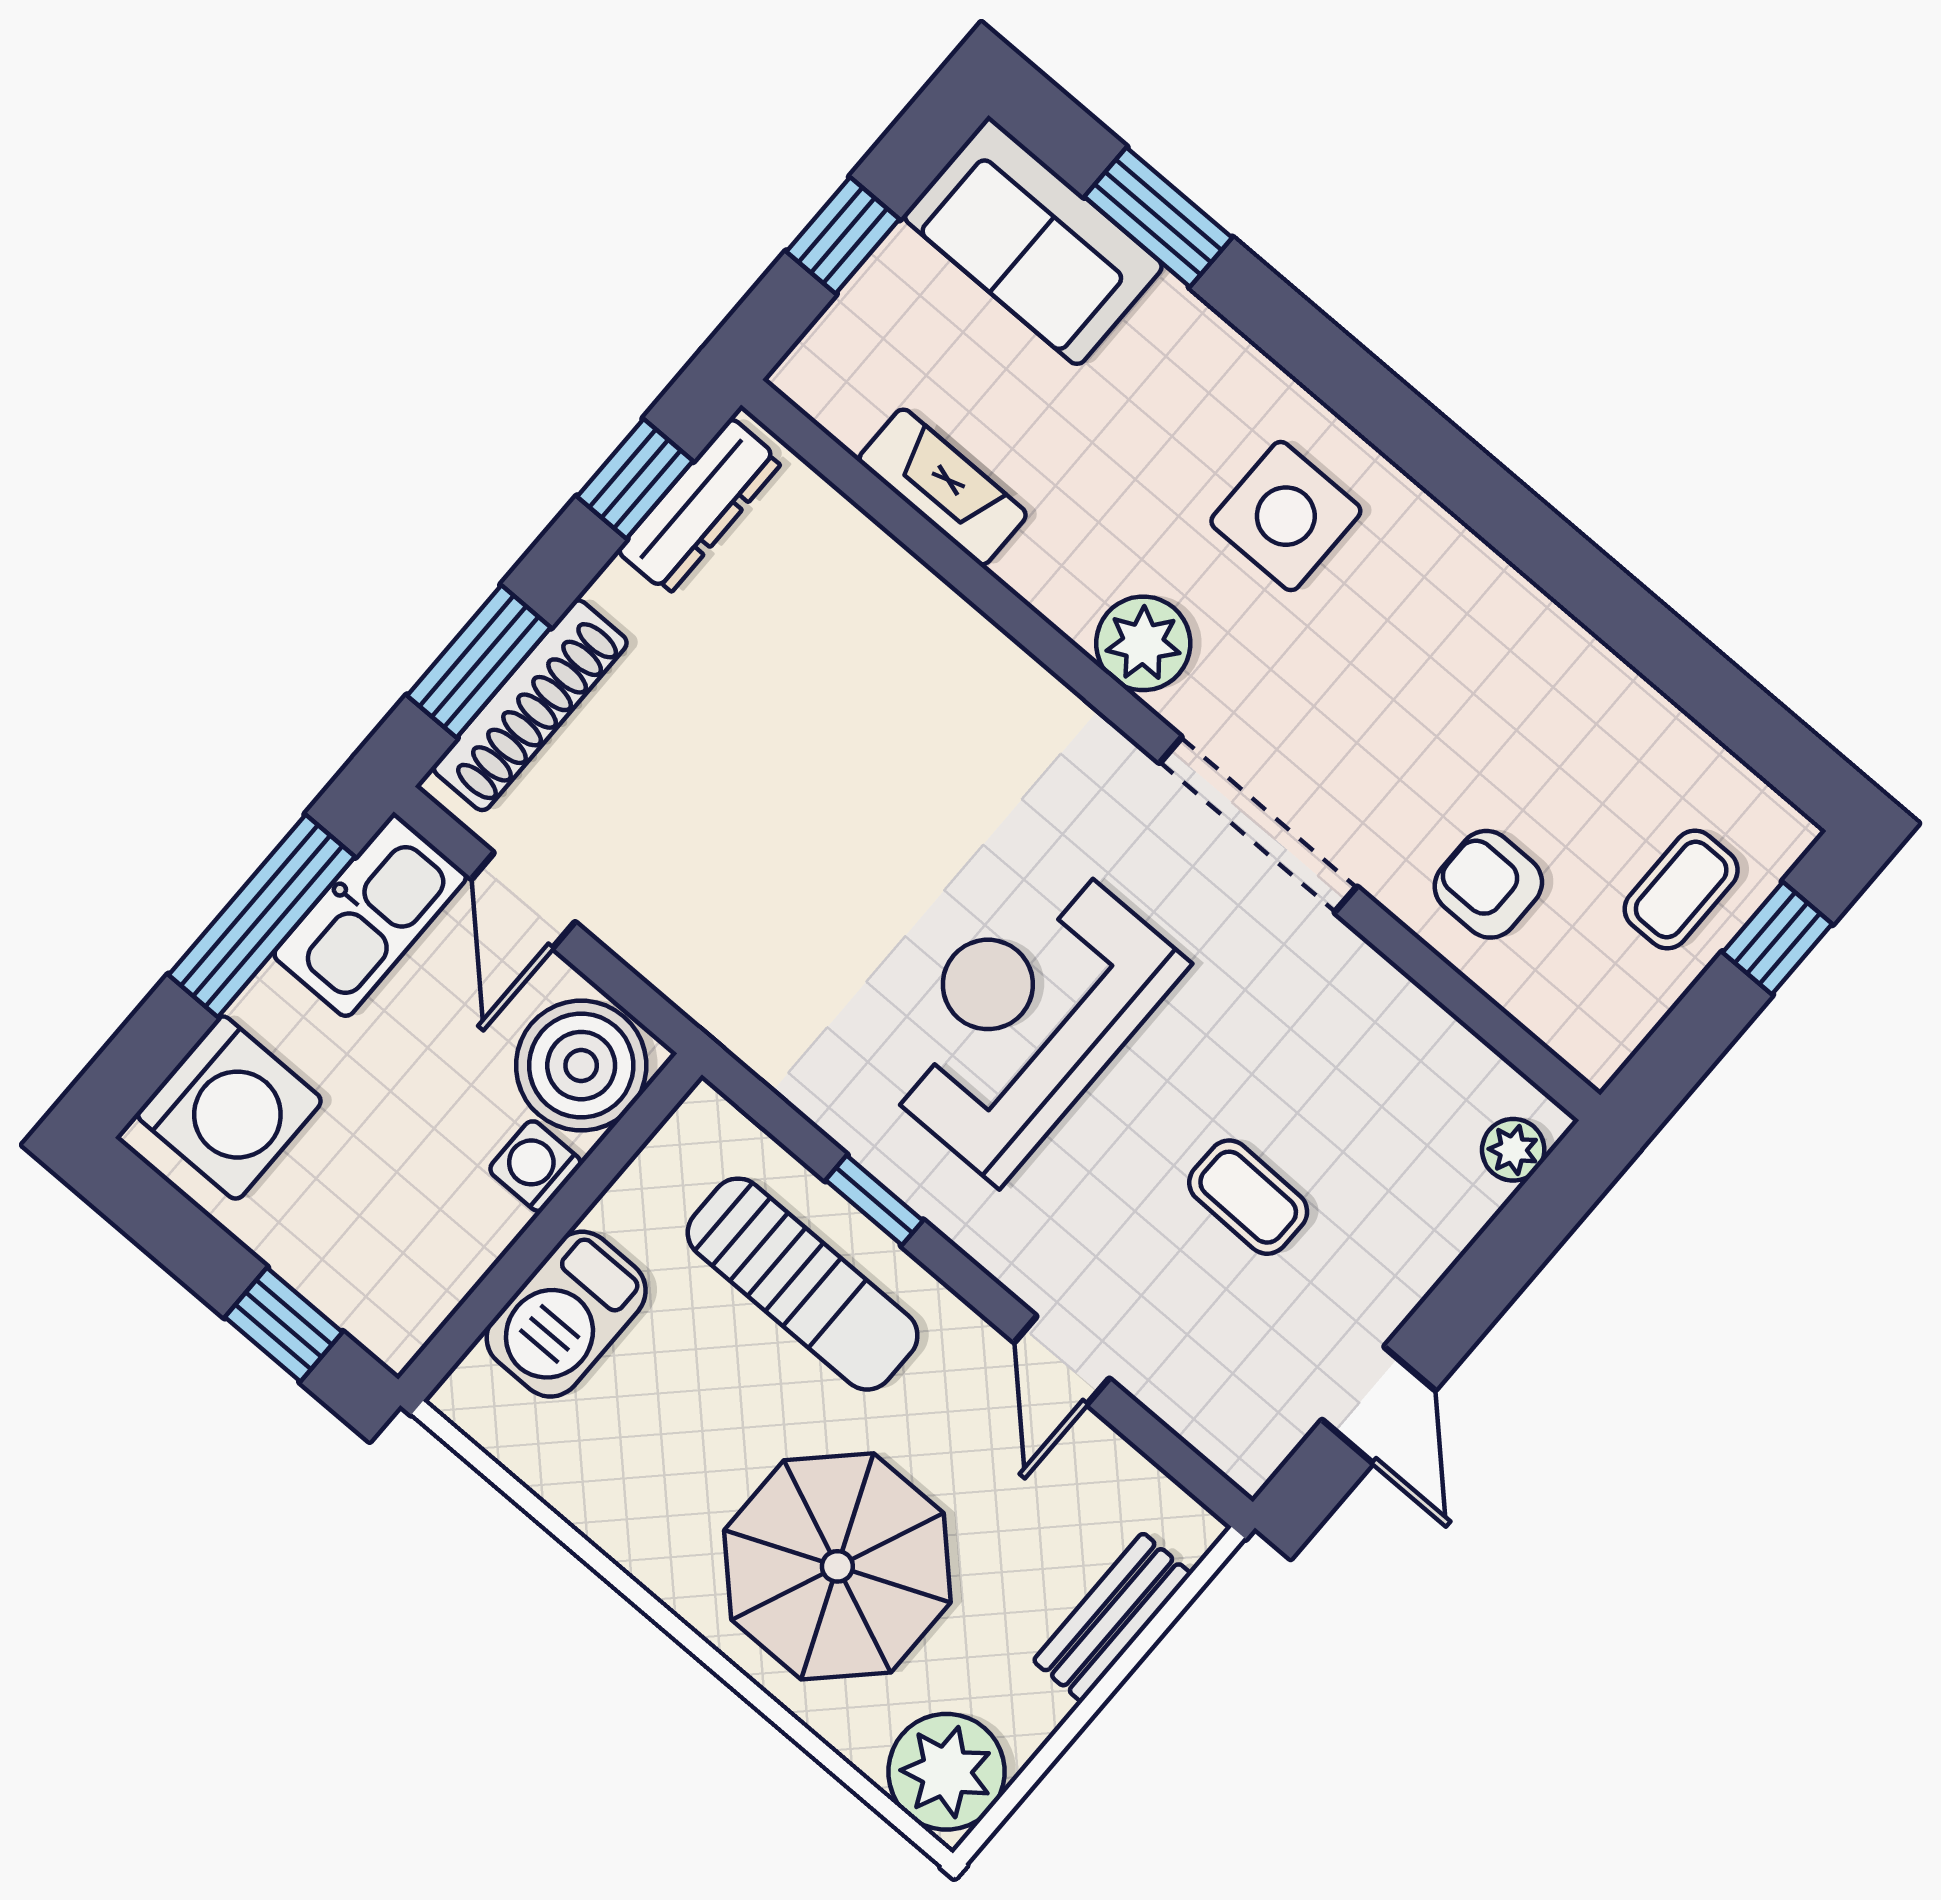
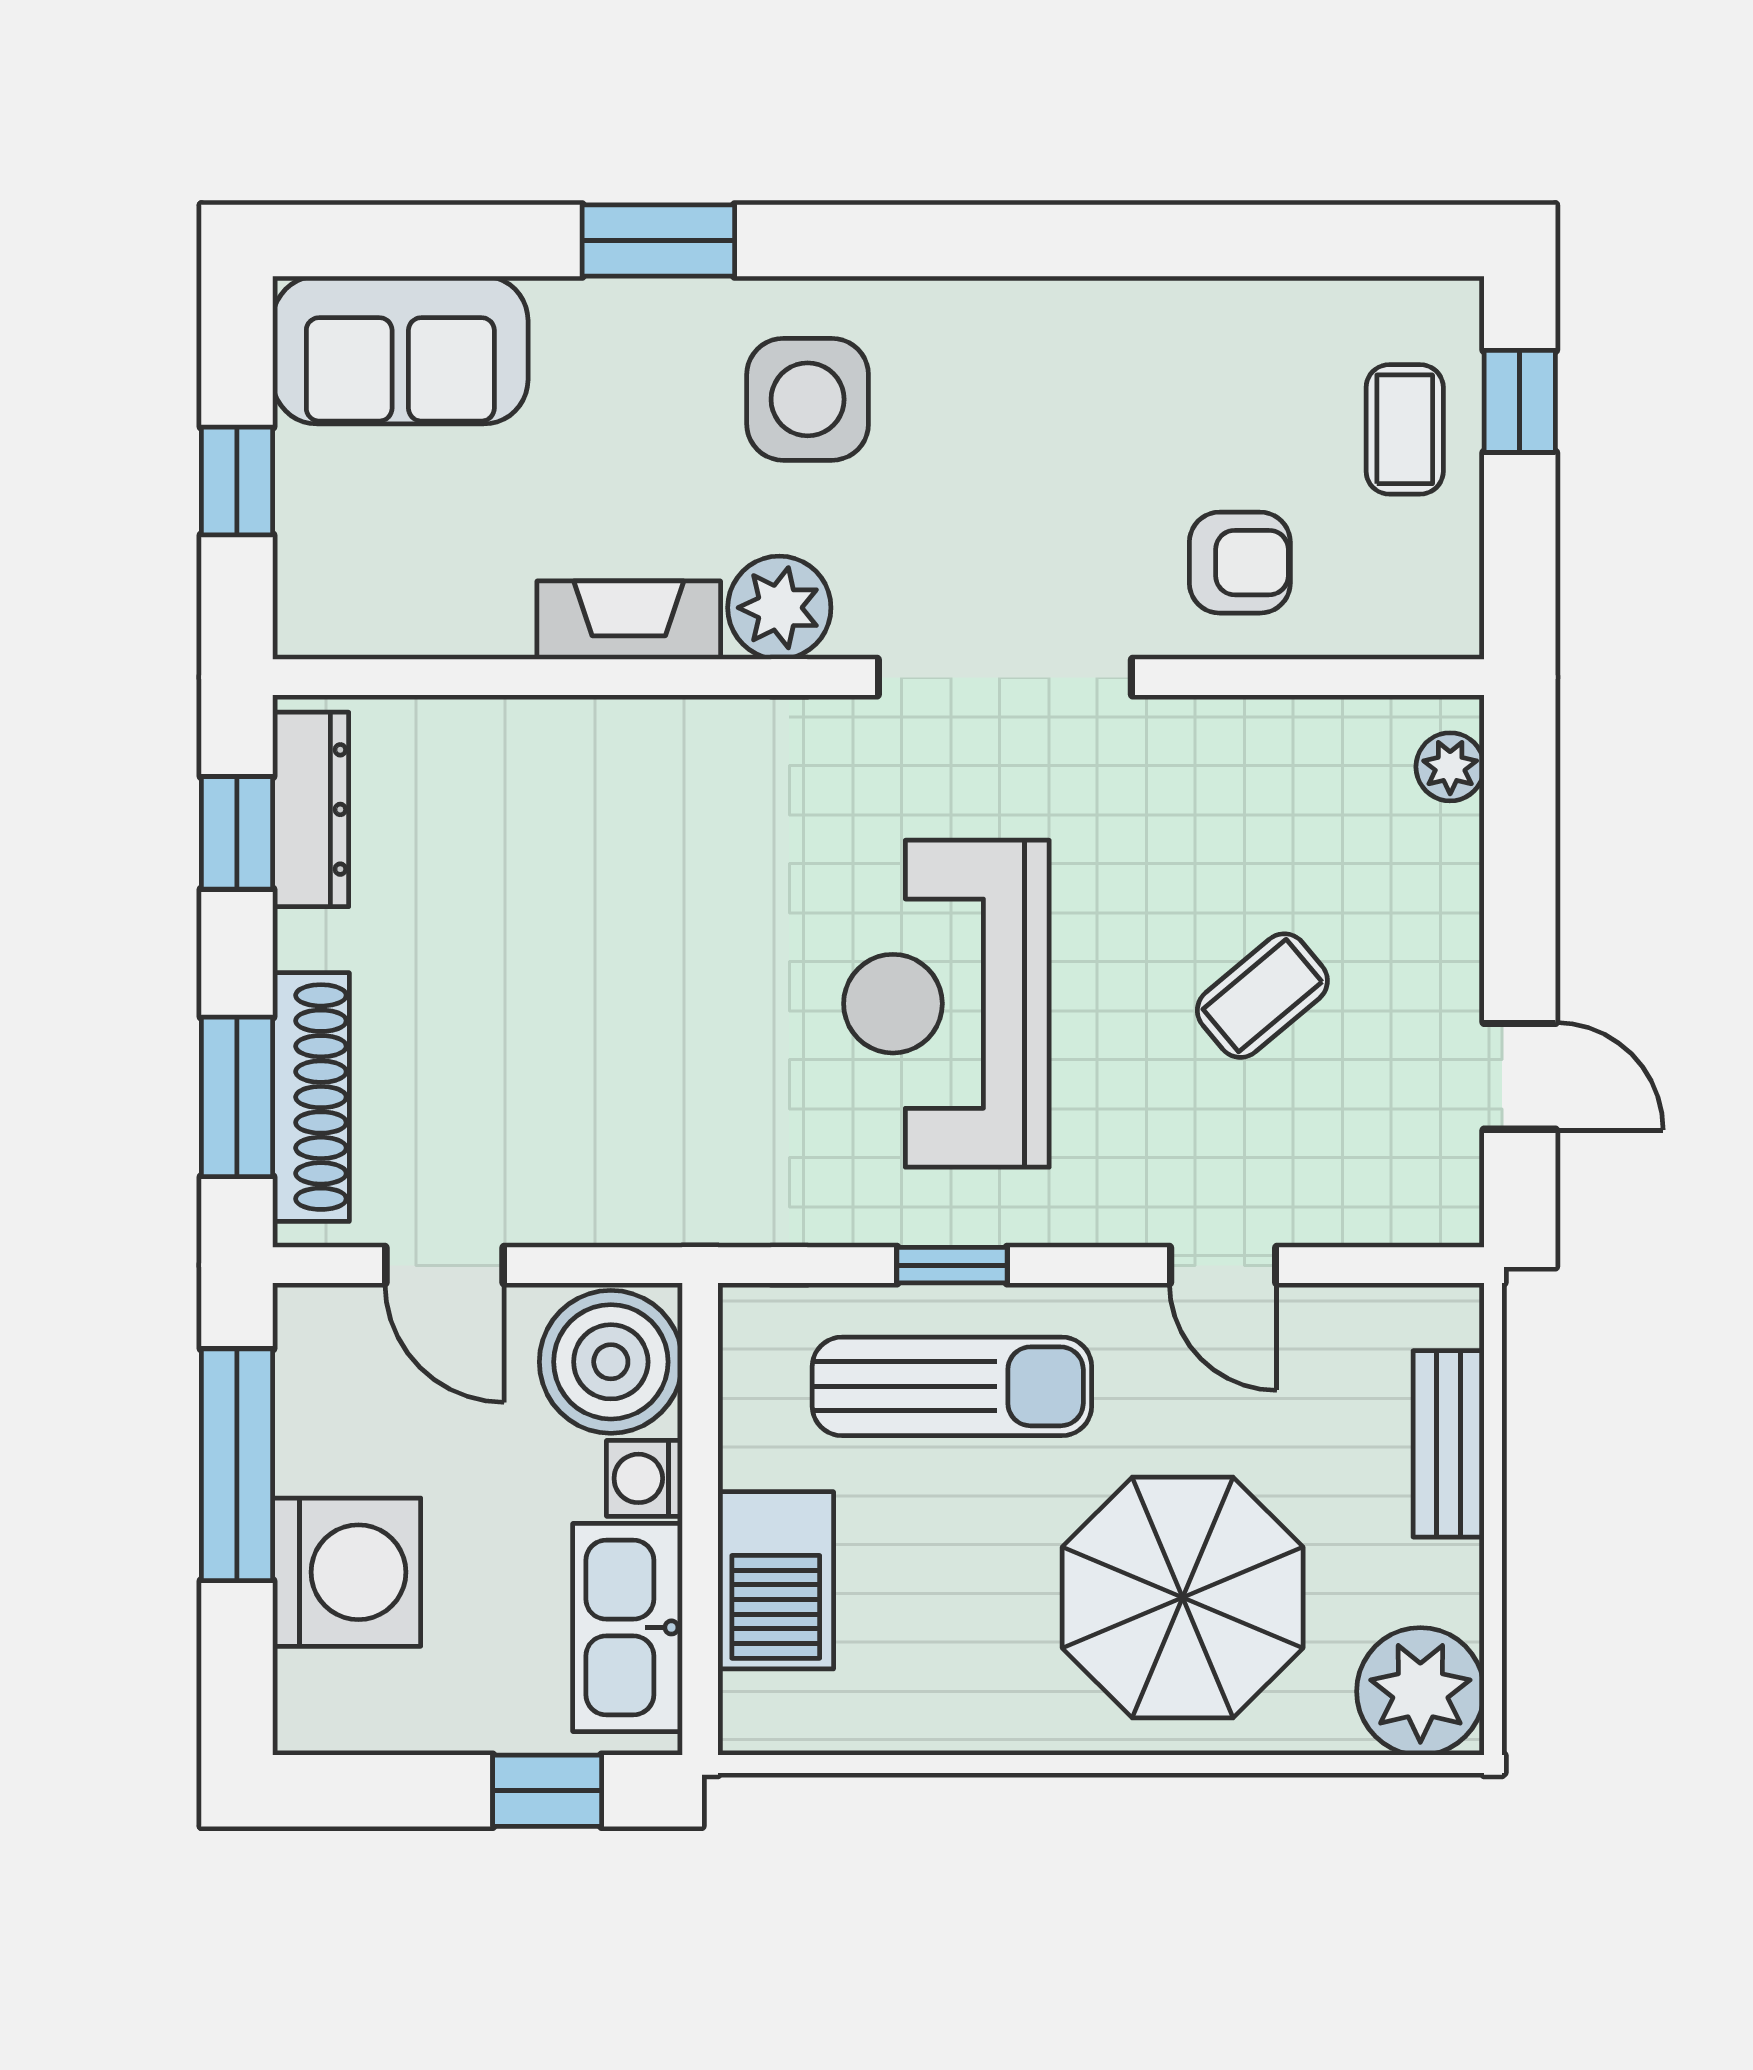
window: (1158, 217) -> (658, 241), moved
fireplace: (943, 487) -> (629, 620), moved
armchair: (1488, 884) -> (1240, 563), turned 180
kitchen sink: (370, 915) -> (628, 1627), moved, turned 180
washing machine: (229, 1108) -> (347, 1572), moved
coffee table: (1248, 1197) -> (1262, 996), turned -41

